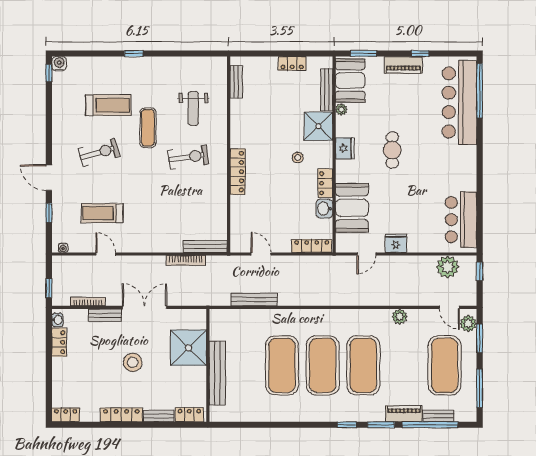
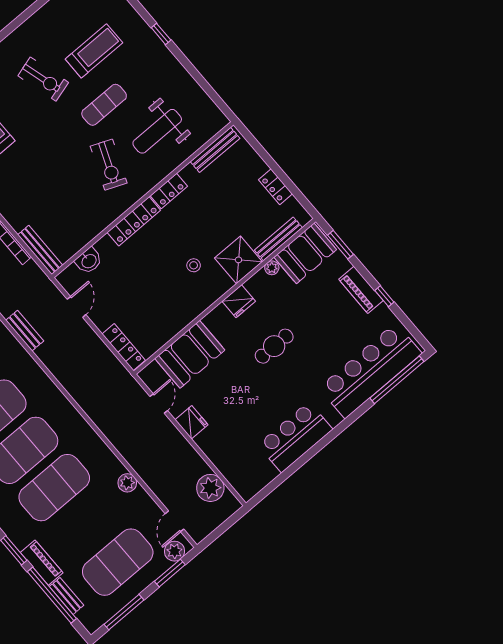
bench: (236, 82) -> (215, 150), width x1.36
treadmill: (108, 105) -> (94, 51), turned -90
weight bench: (193, 108) -> (157, 131), width x1.36, depth x1.33
exercise bike: (188, 157) -> (109, 165), turned 30
locker: (325, 183) -> (169, 191), moved, turned 180
washbasin: (324, 209) -> (89, 261), moved, turned 180
bar counter: (461, 220) -> (295, 437), moved
door: (366, 254) -> (159, 404), swing flipped
window: (480, 271) -> (231, 521), removed
bench: (254, 300) -> (25, 331), width x0.73

